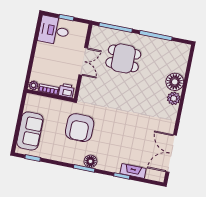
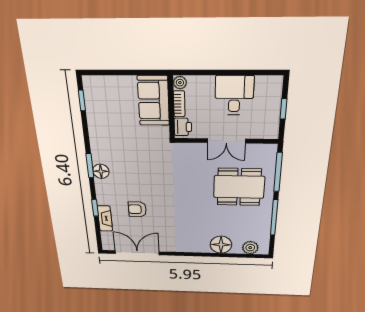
desk: (54, 30) -> (234, 95), moved
dining table: (123, 58) -> (239, 187), width x1.38
plant: (174, 98) -> (250, 248), moved
armchair: (80, 128) -> (137, 209), moved, width x0.53, depth x0.53
sofa: (30, 131) -> (153, 101), moved, turned 90

